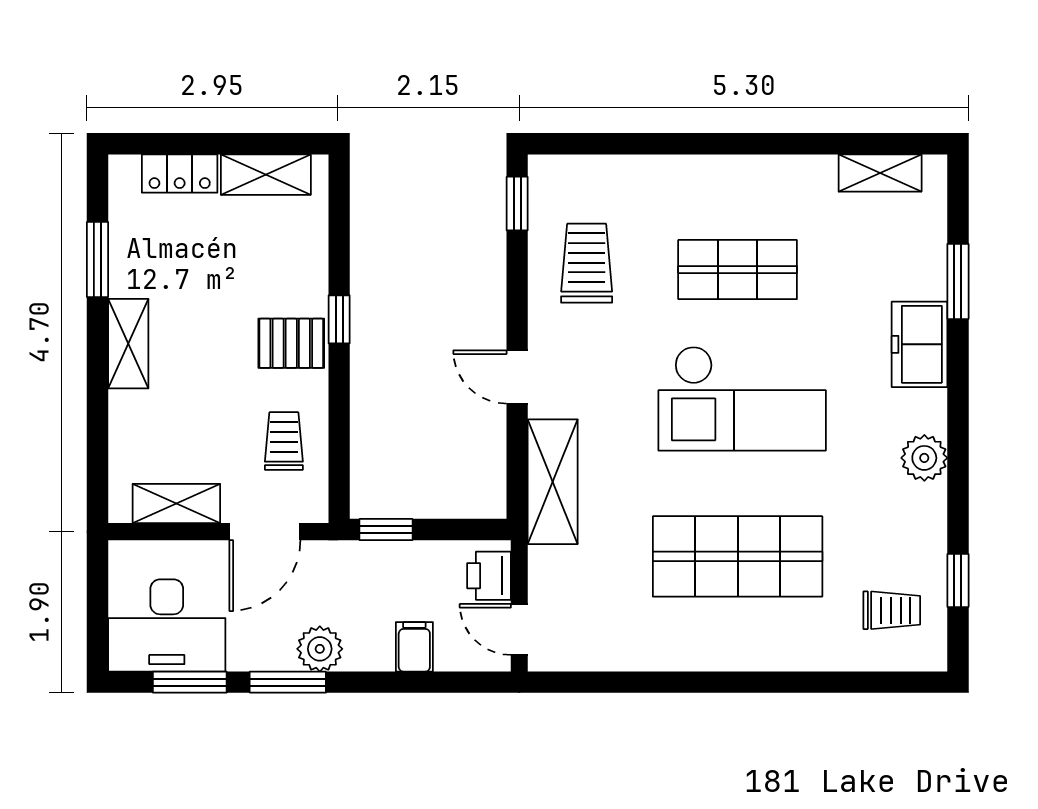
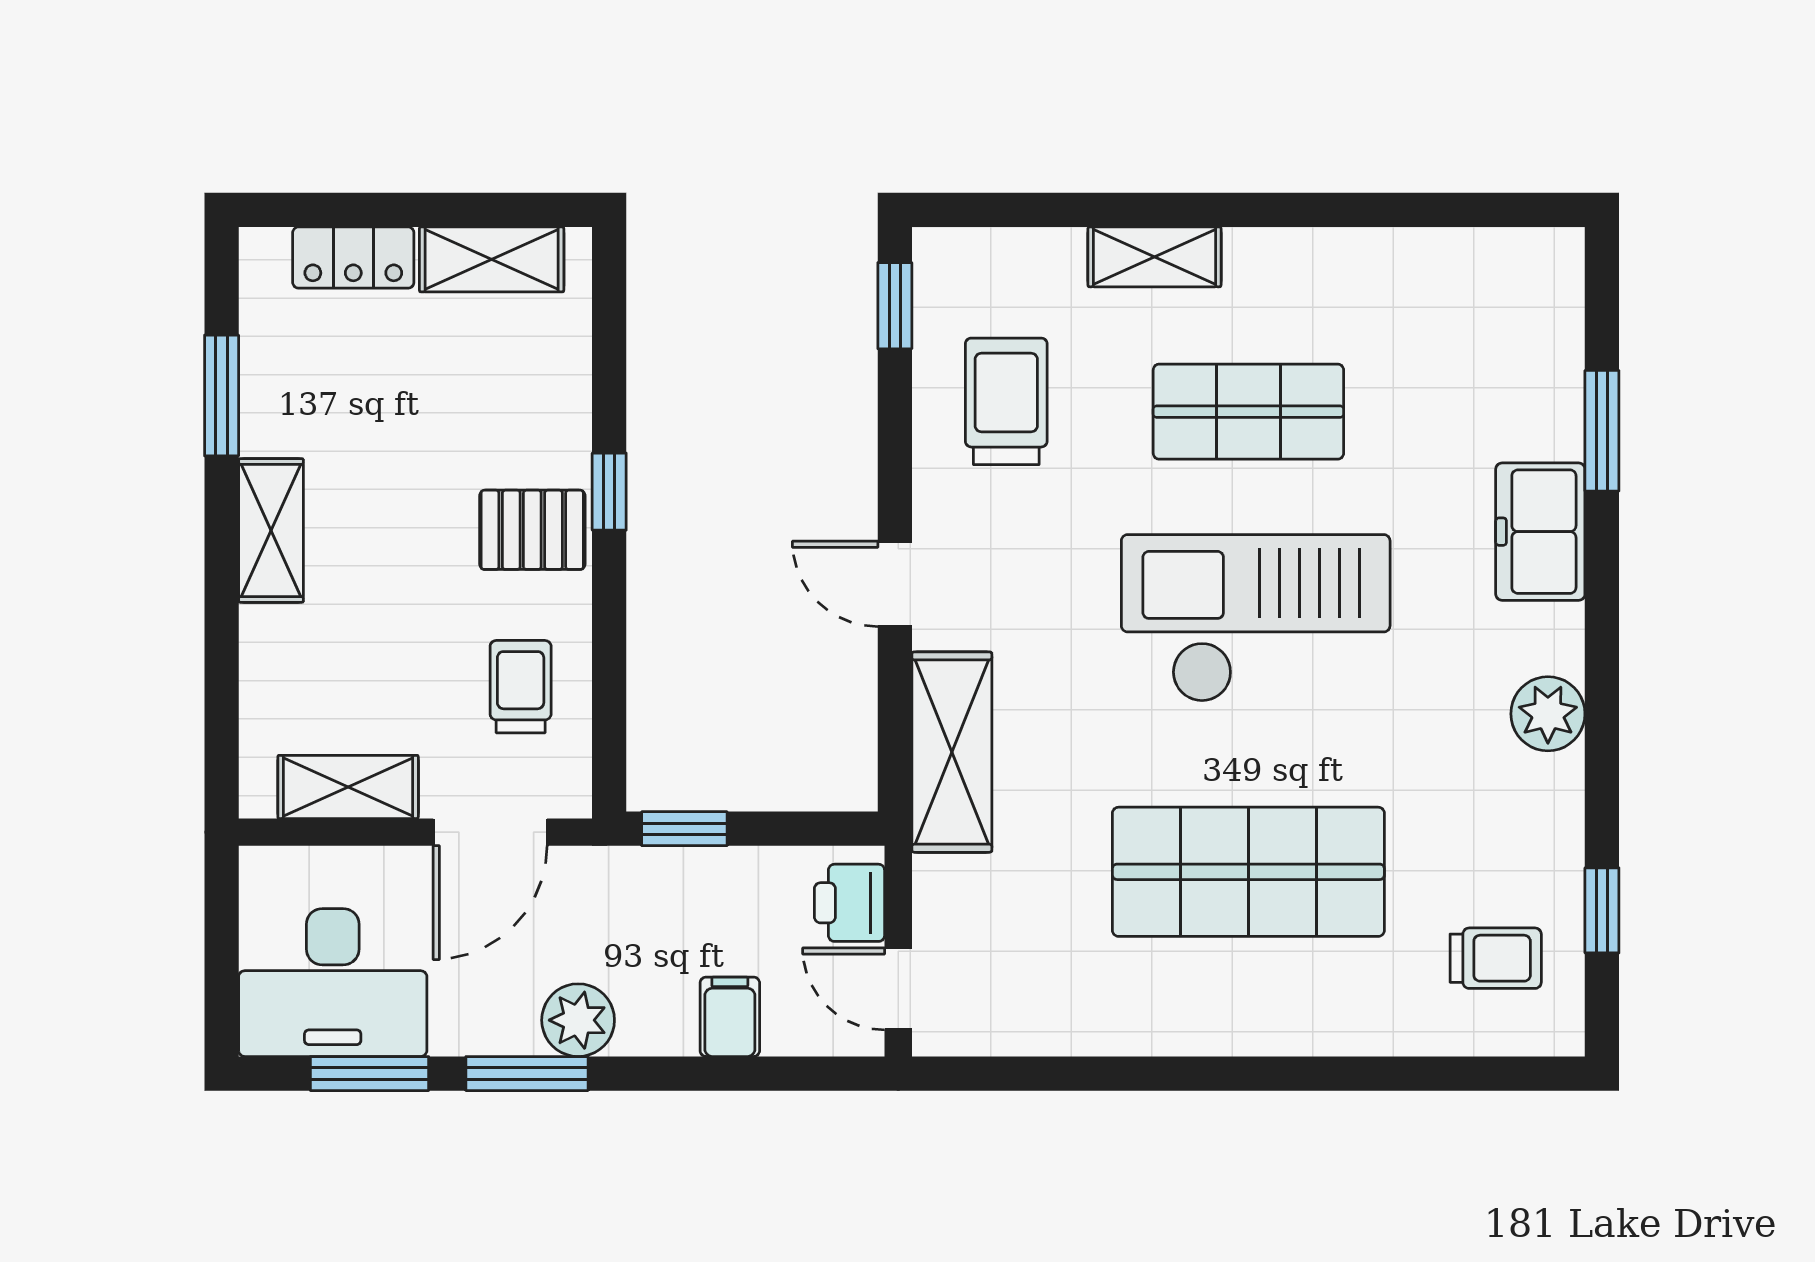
shelving: (880, 173) -> (1154, 257), moved
checkout: (742, 398) -> (1256, 618), turned 180

